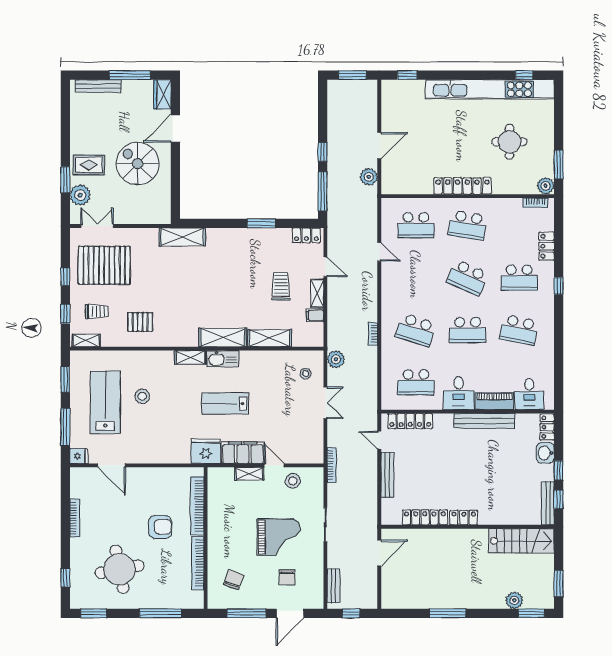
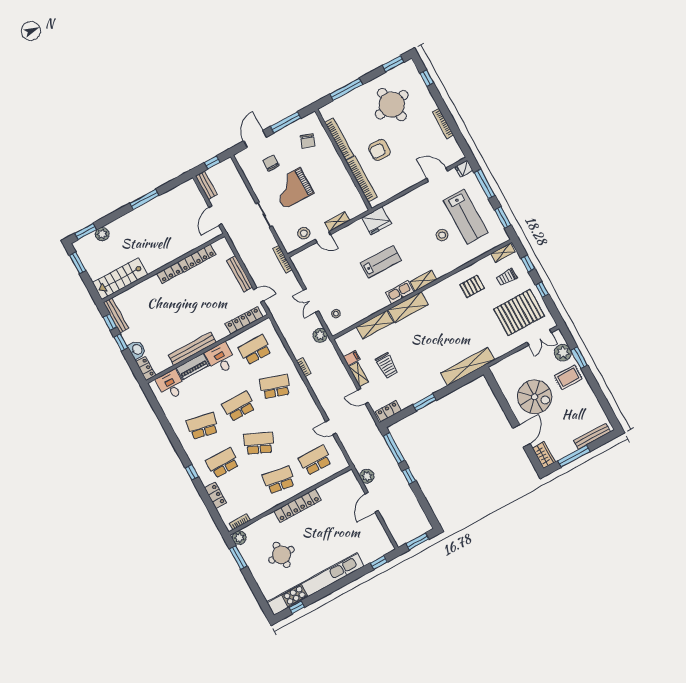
shelving: (182, 237) -> (468, 366), width x1.47
filing cabinet: (243, 453) -> (350, 234), removed
bench: (334, 586) -> (206, 185), moved

